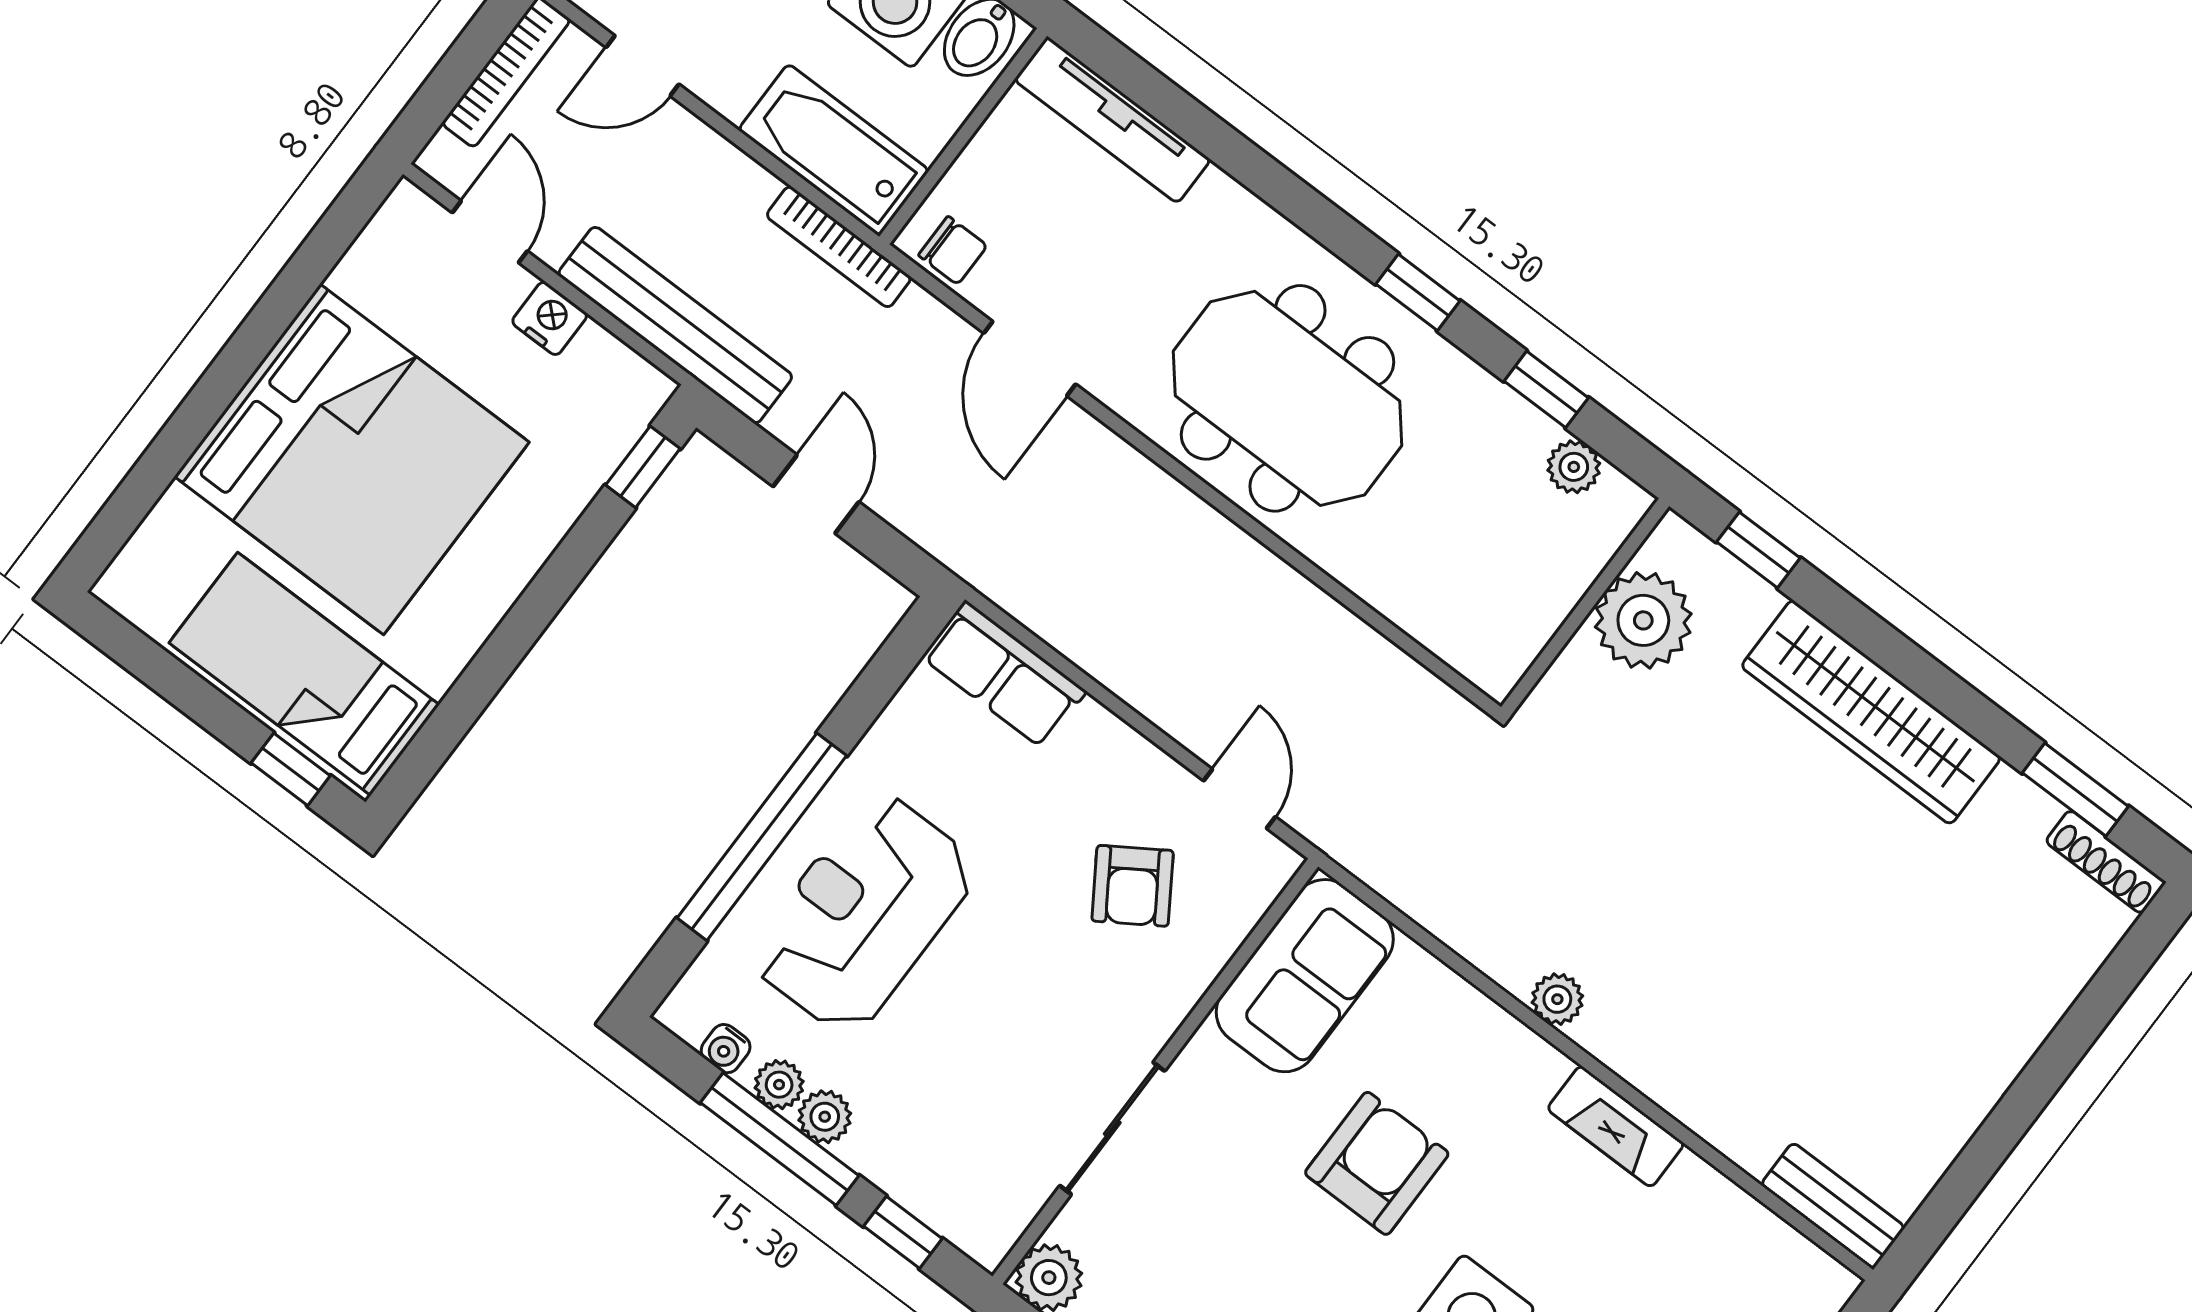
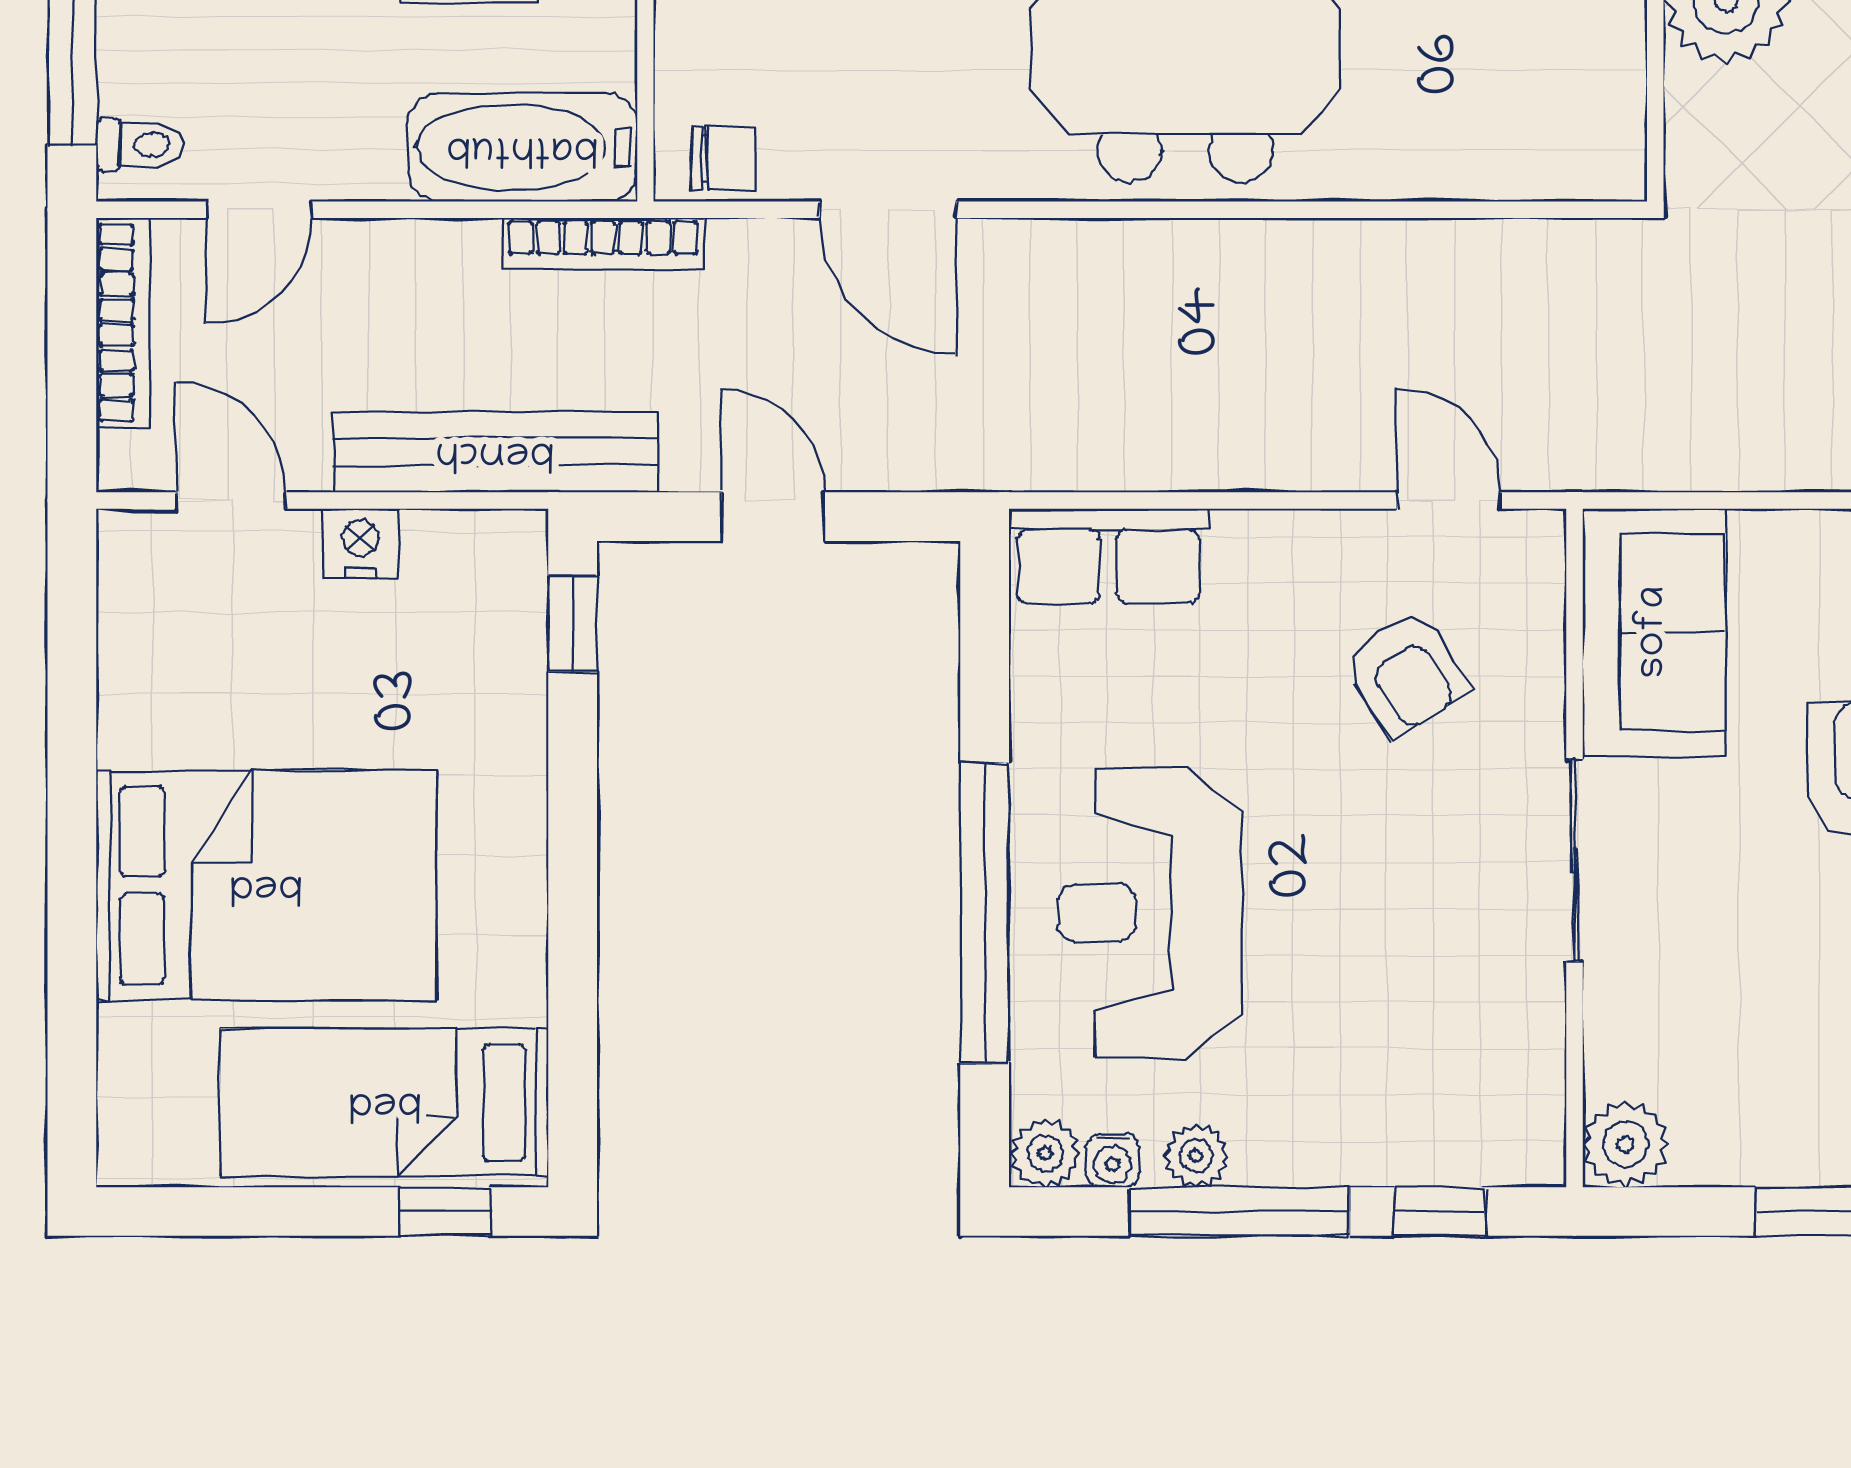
bed: (352, 459) -> (266, 885), width x0.73
plant: (825, 1117) -> (1045, 1153), moved
sliding door: (1112, 1128) -> (1574, 860), moved

